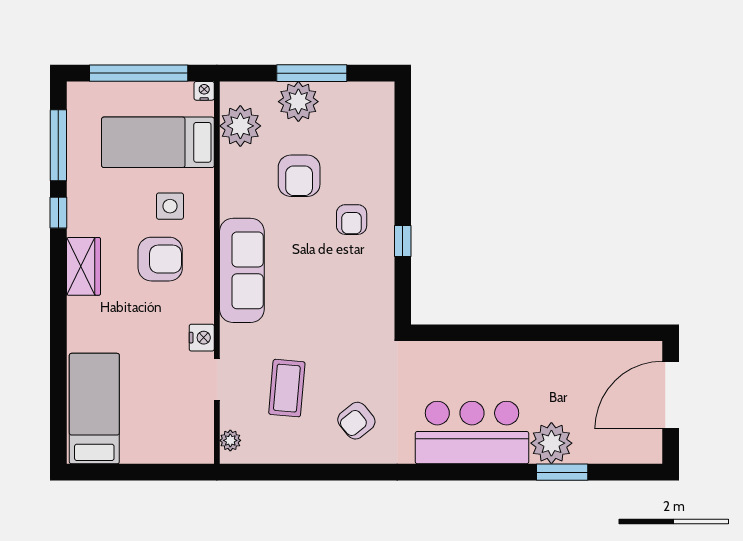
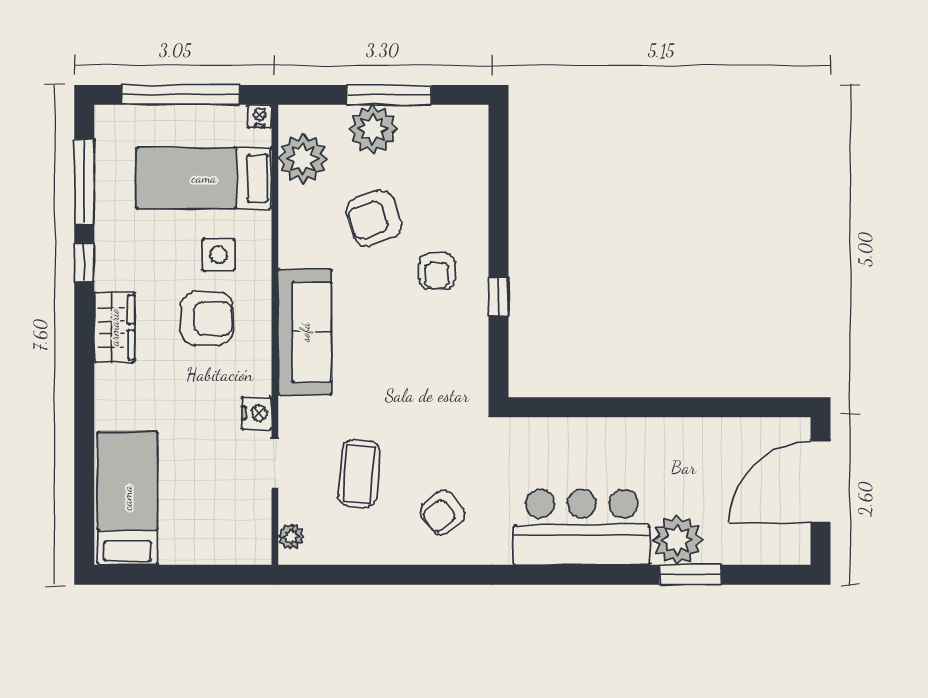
armchair: (299, 176) -> (374, 218), turned 71

